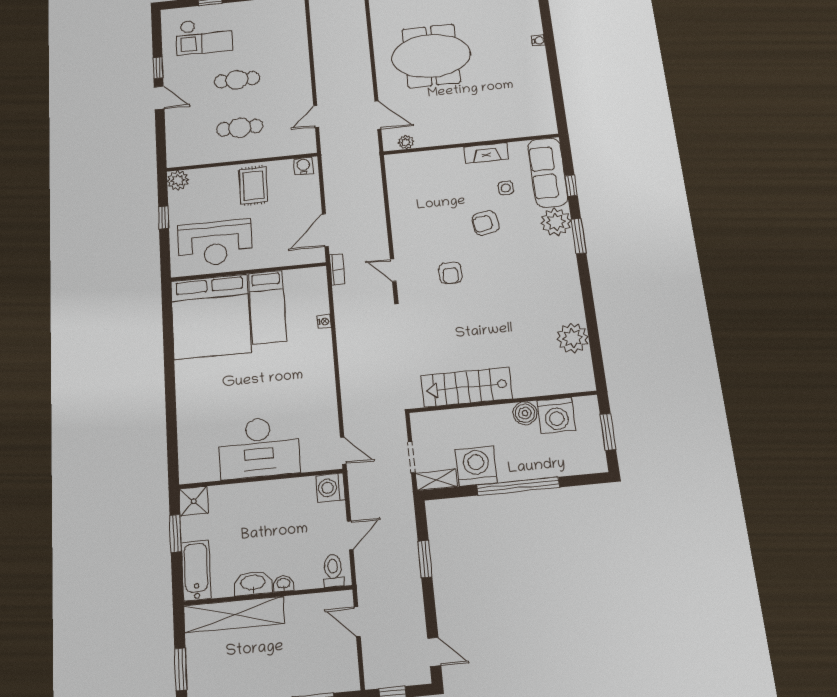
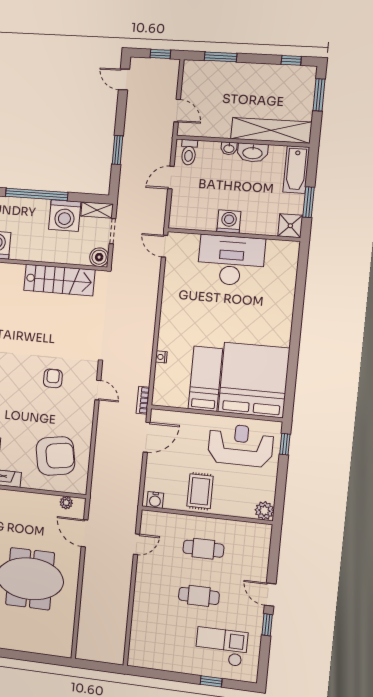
window: (164, 217) -> (285, 444), moved
armchair: (486, 223) -> (55, 456), moved, width x1.88, depth x1.88
boiler: (525, 413) -> (99, 257), moved
washing machine: (330, 488) -> (229, 222), moved, turned -90

